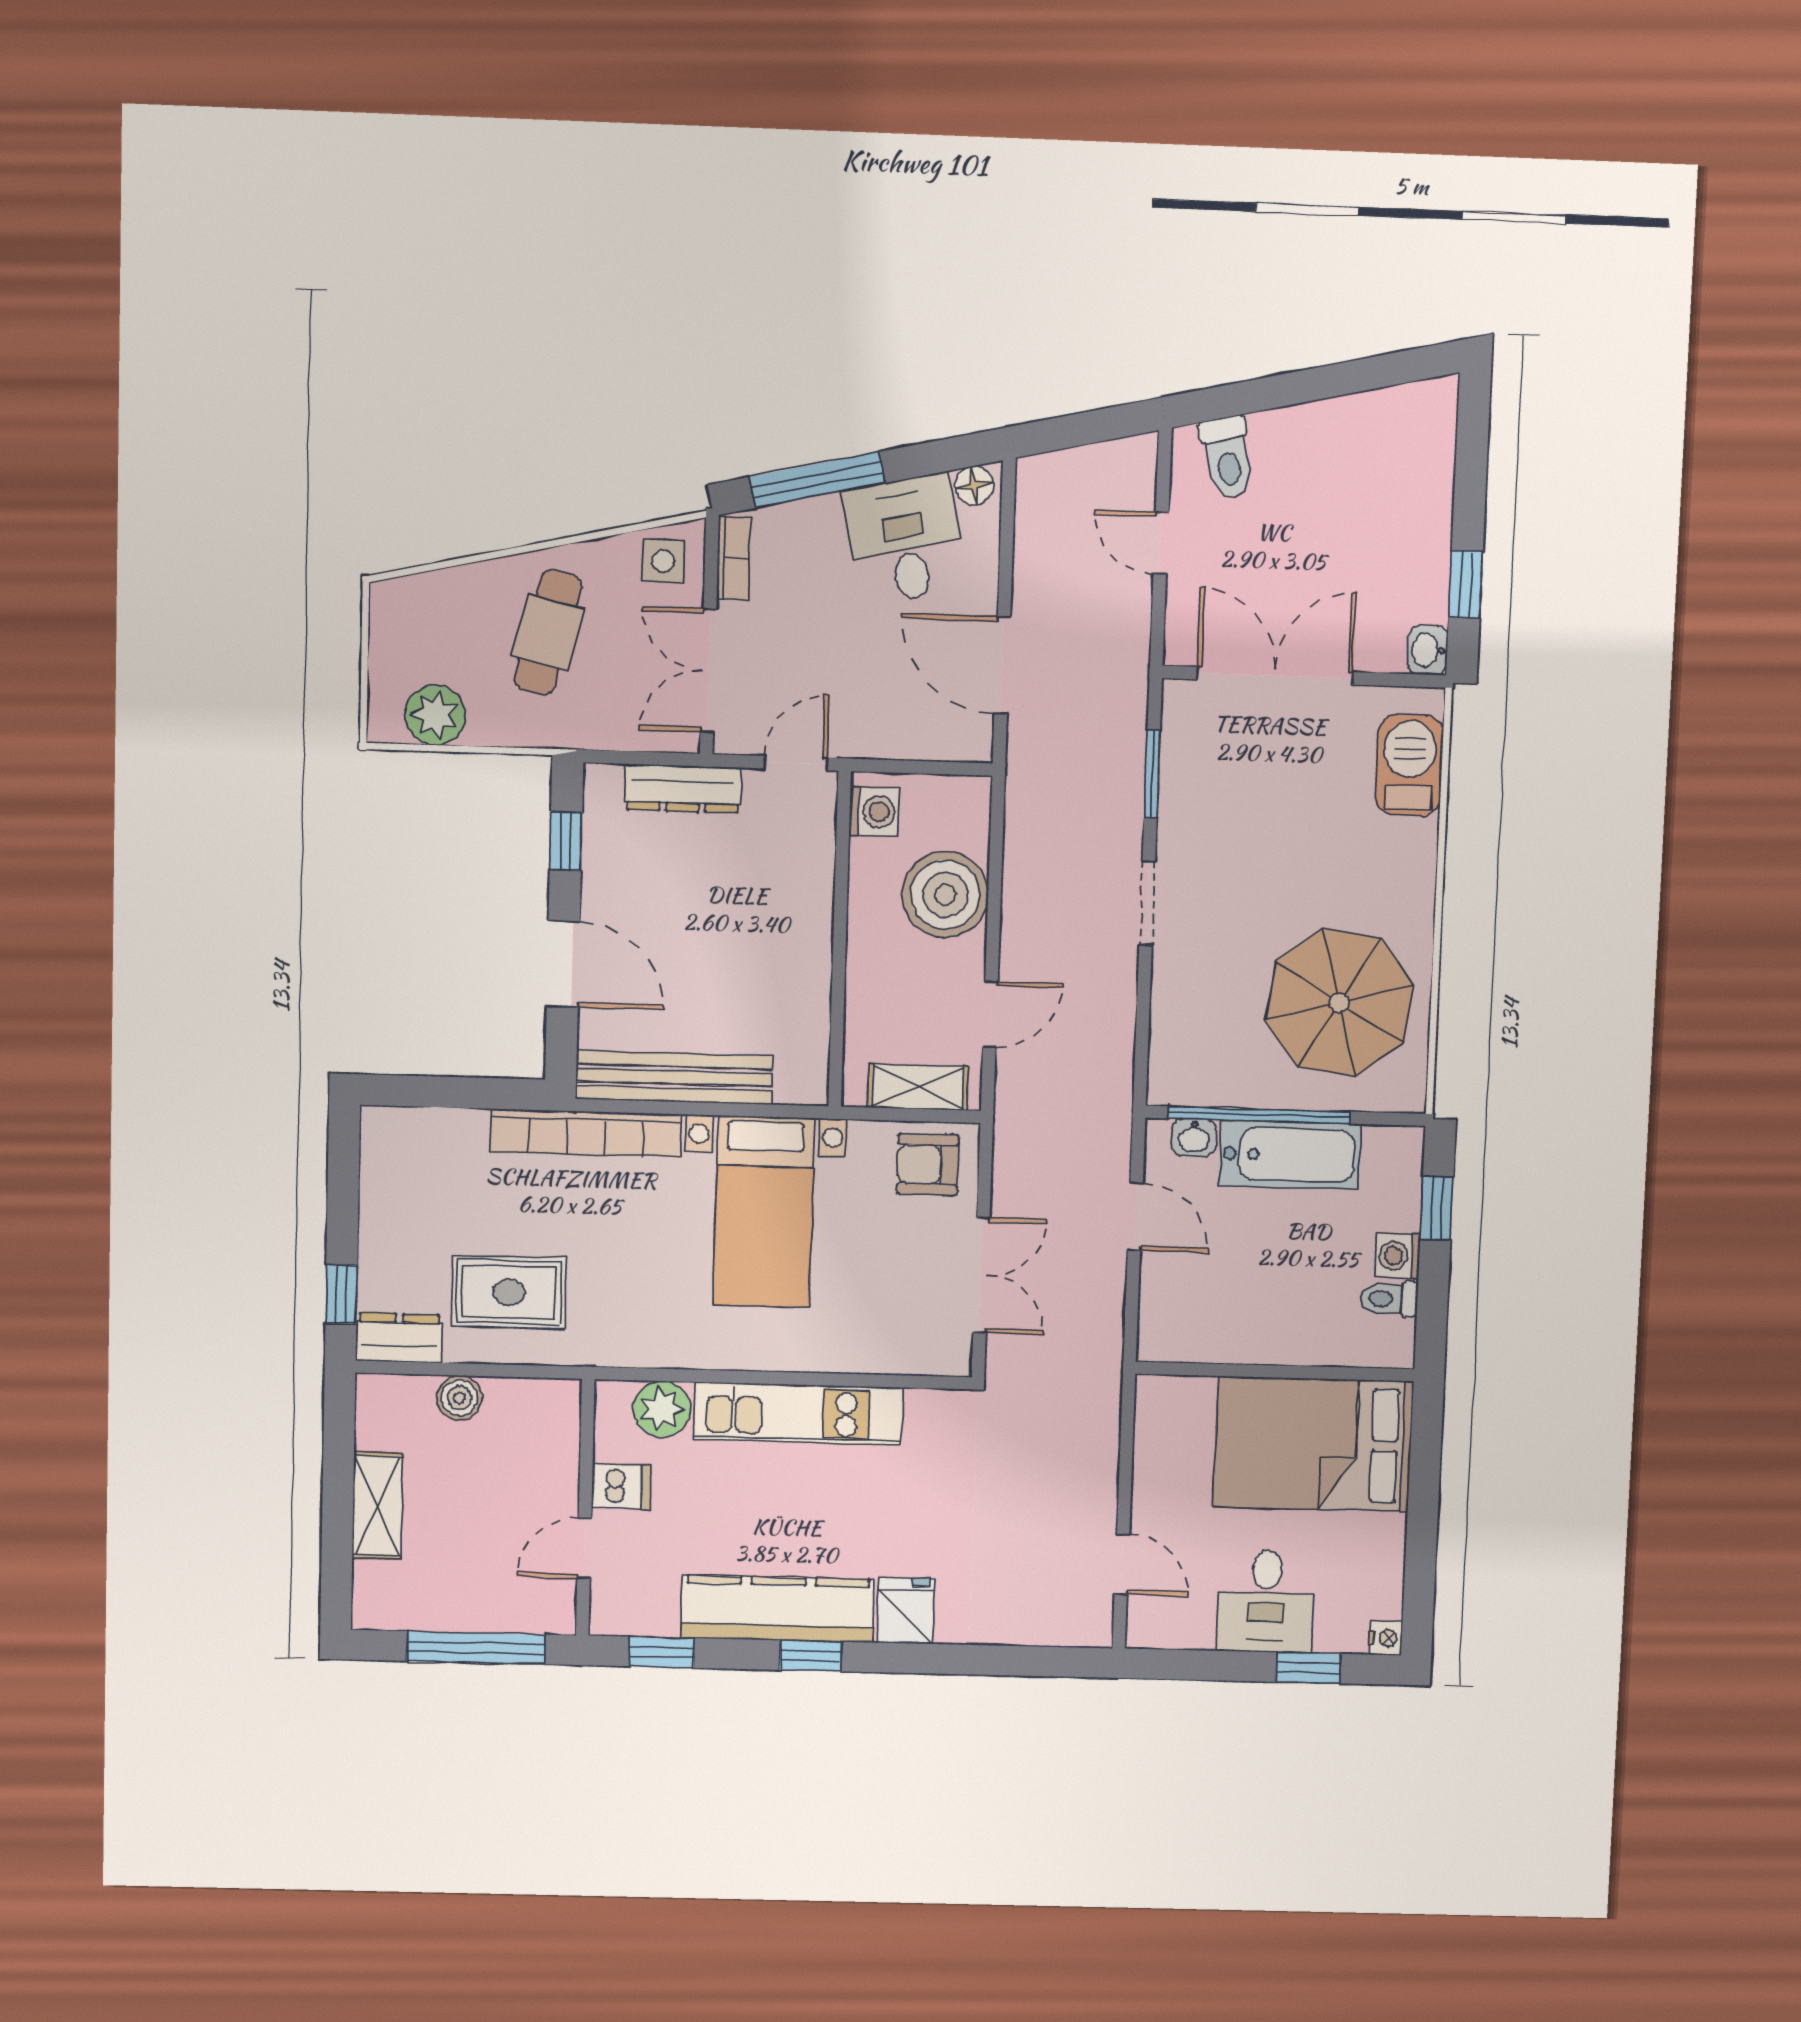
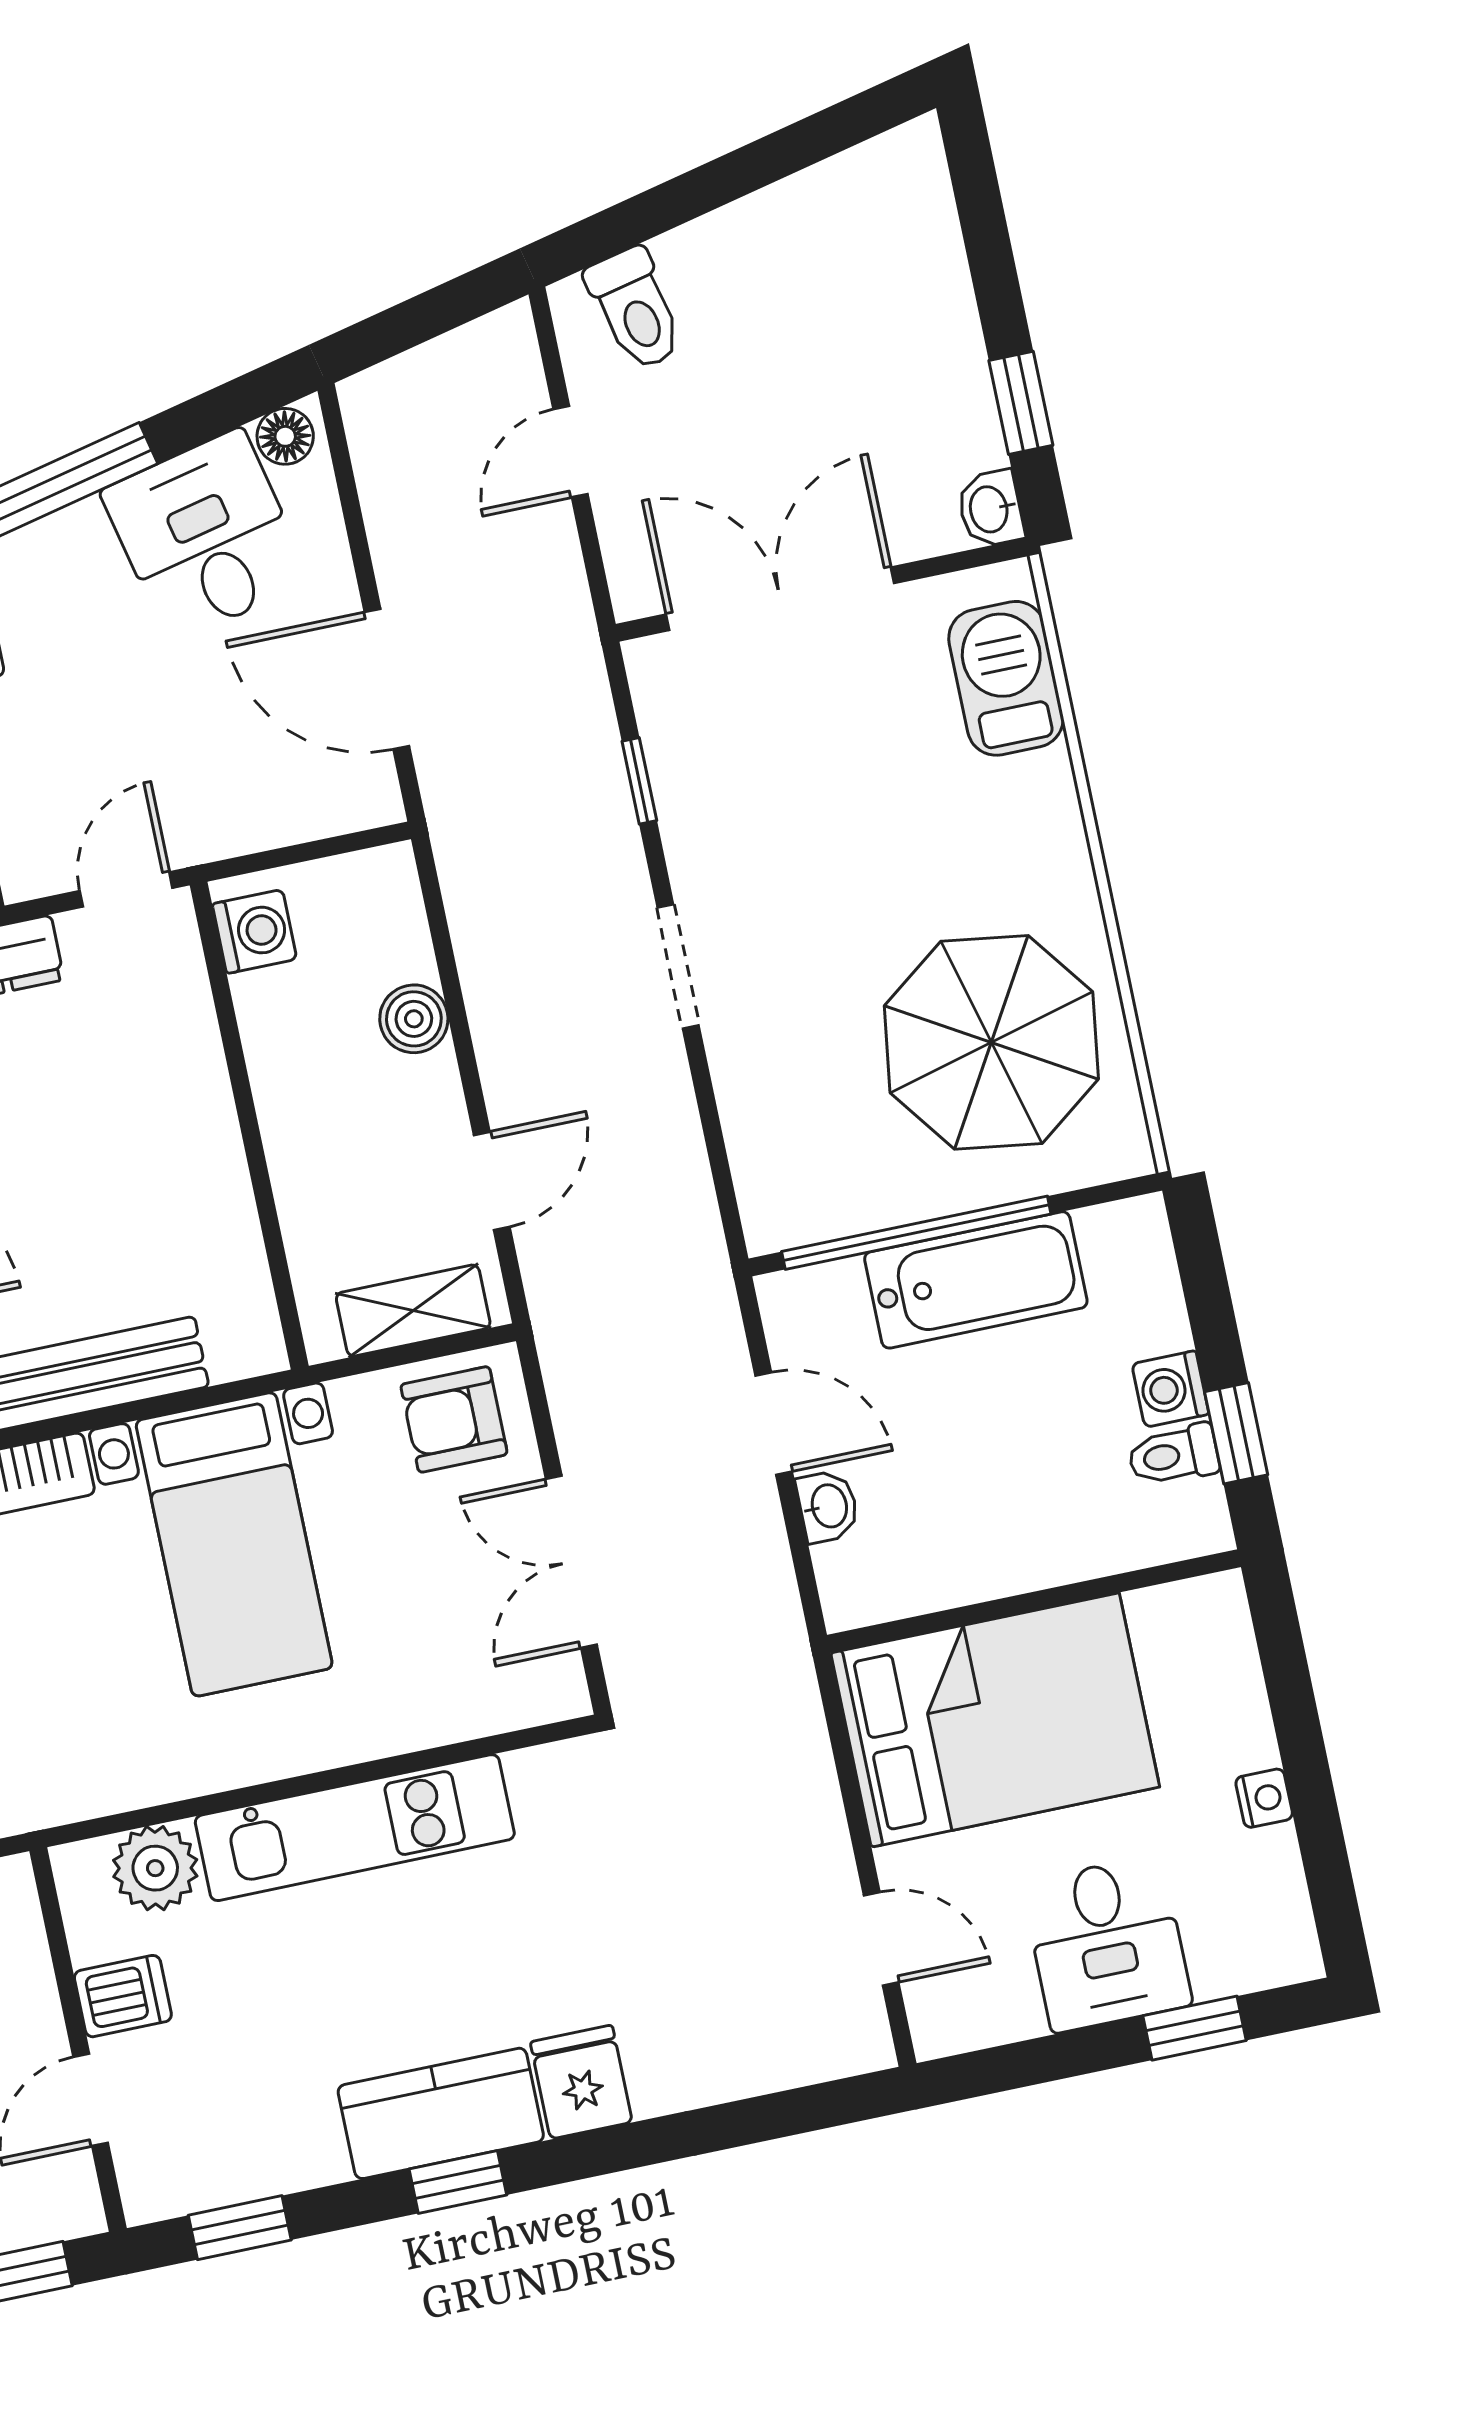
door: (1161, 543) -> (571, 452), hinge flipped
window: (1152, 774) -> (639, 781), width x0.67
boiler: (945, 895) -> (414, 1019), width x0.54, depth x0.54
washbasin: (1194, 1137) -> (828, 1506), moved, turned -90
window: (1437, 1208) -> (1236, 1433), moved
double door: (981, 1275) -> (571, 1562), swing flipped
bed: (1313, 1444) -> (995, 1720), moved, turned 180
kitchen counter: (778, 1609) -> (441, 2113), width x0.67
nightstand: (1386, 1638) -> (1264, 1798), moved

